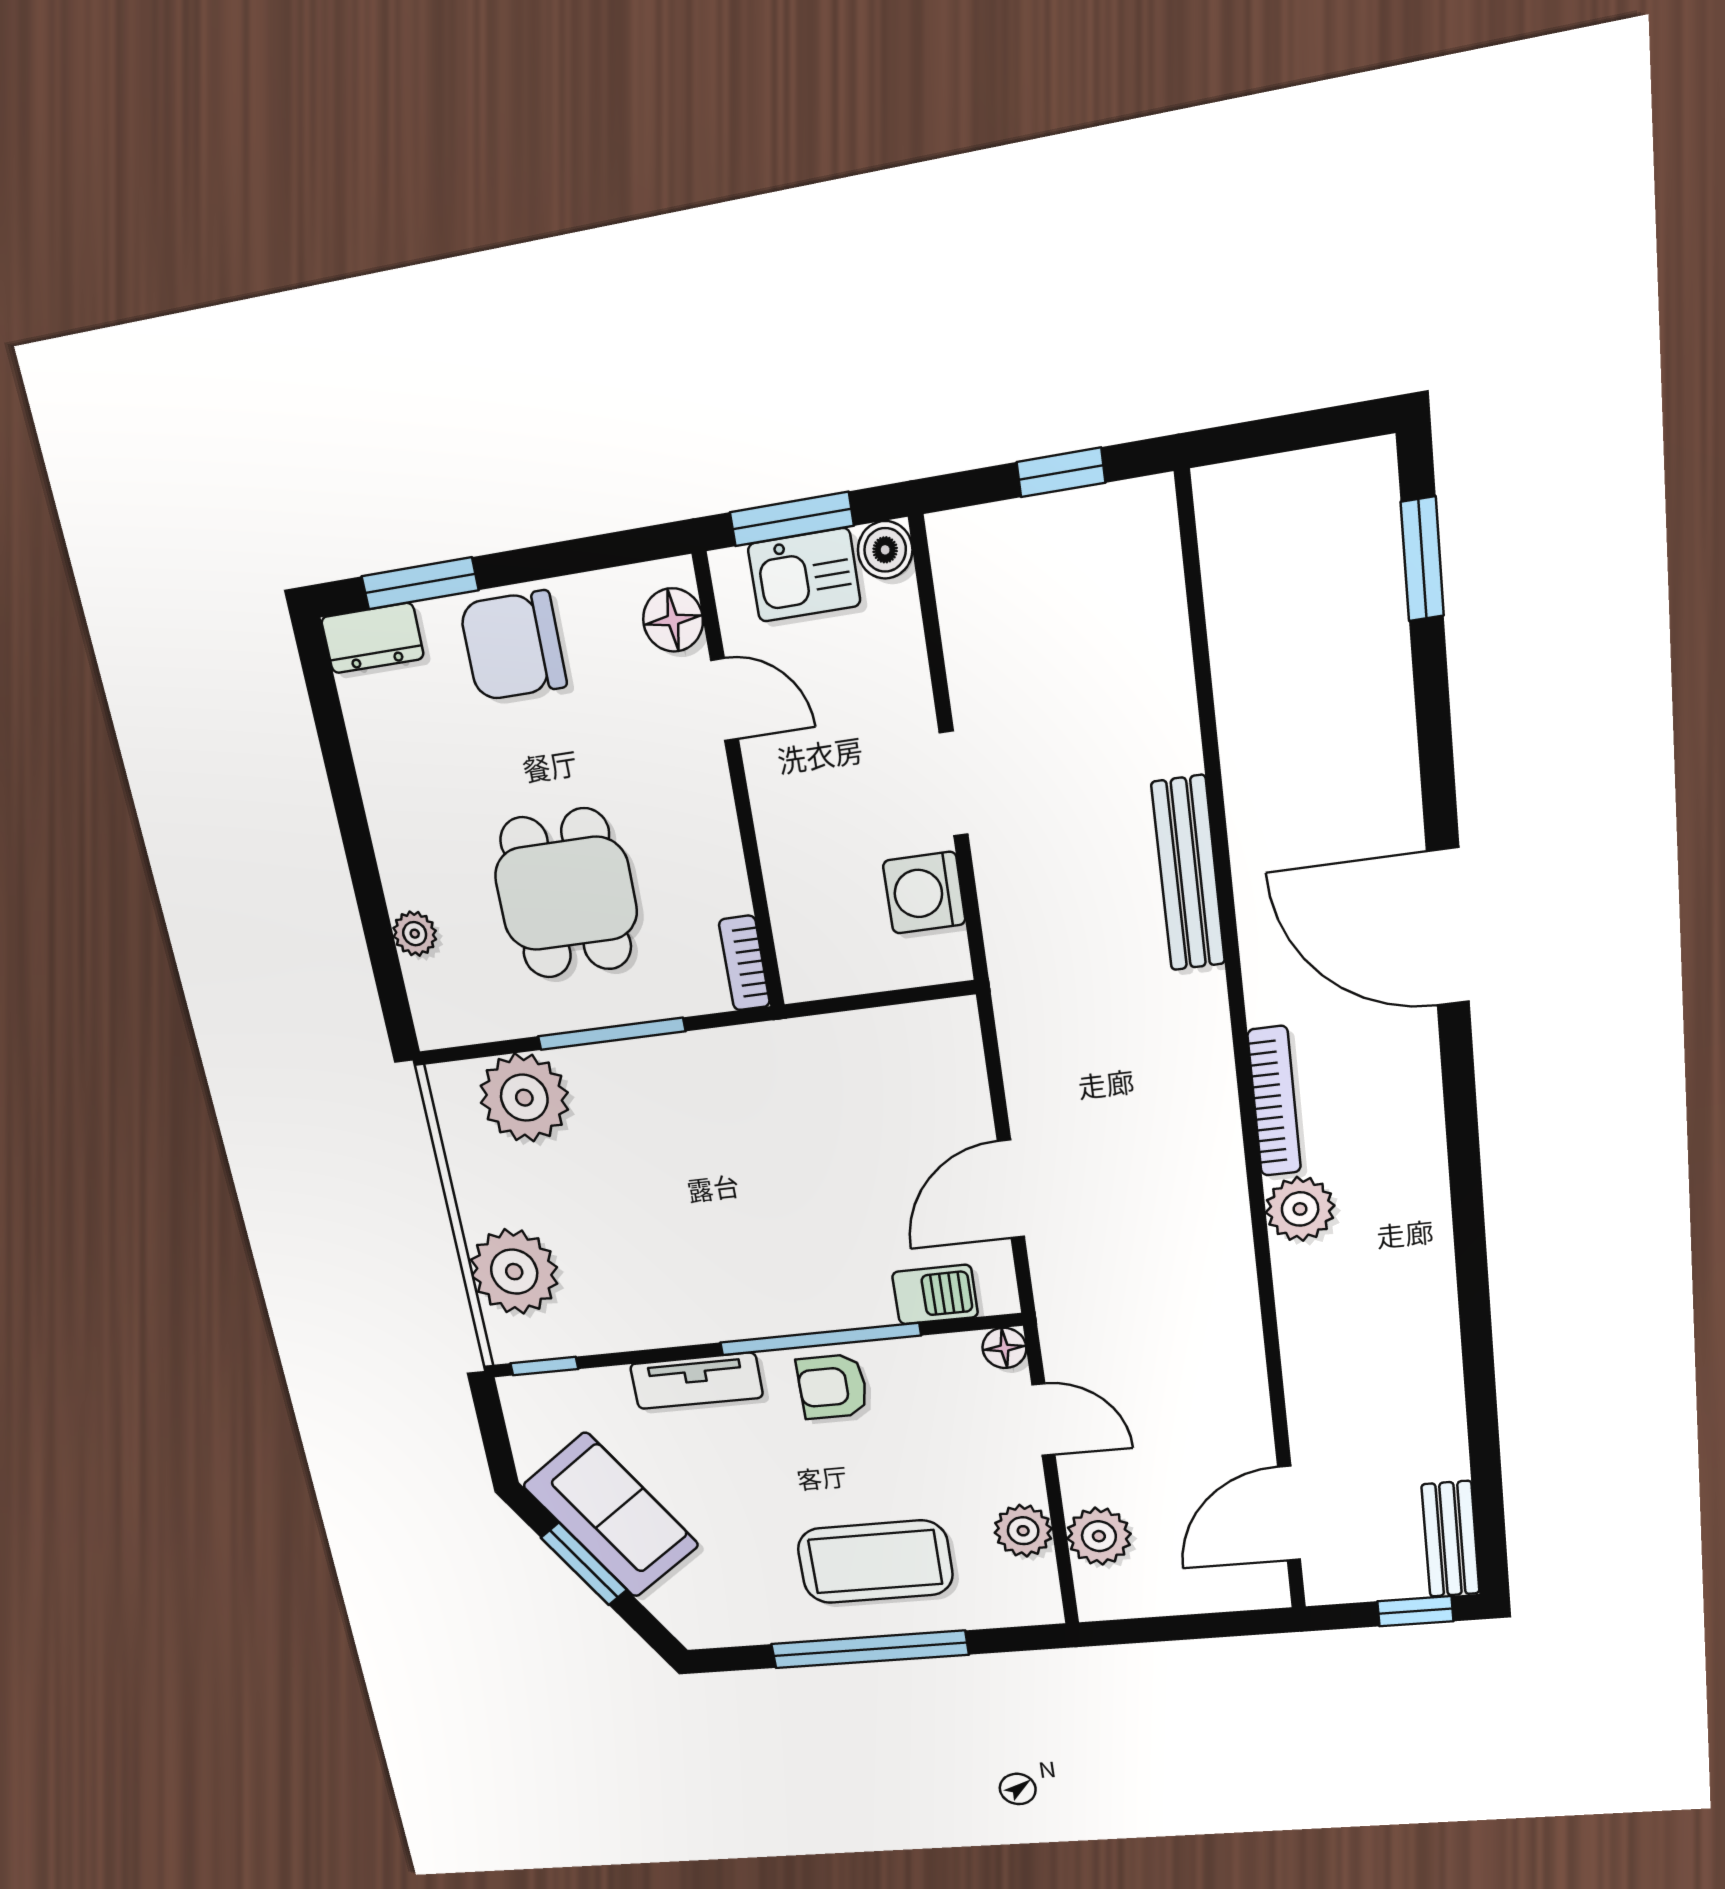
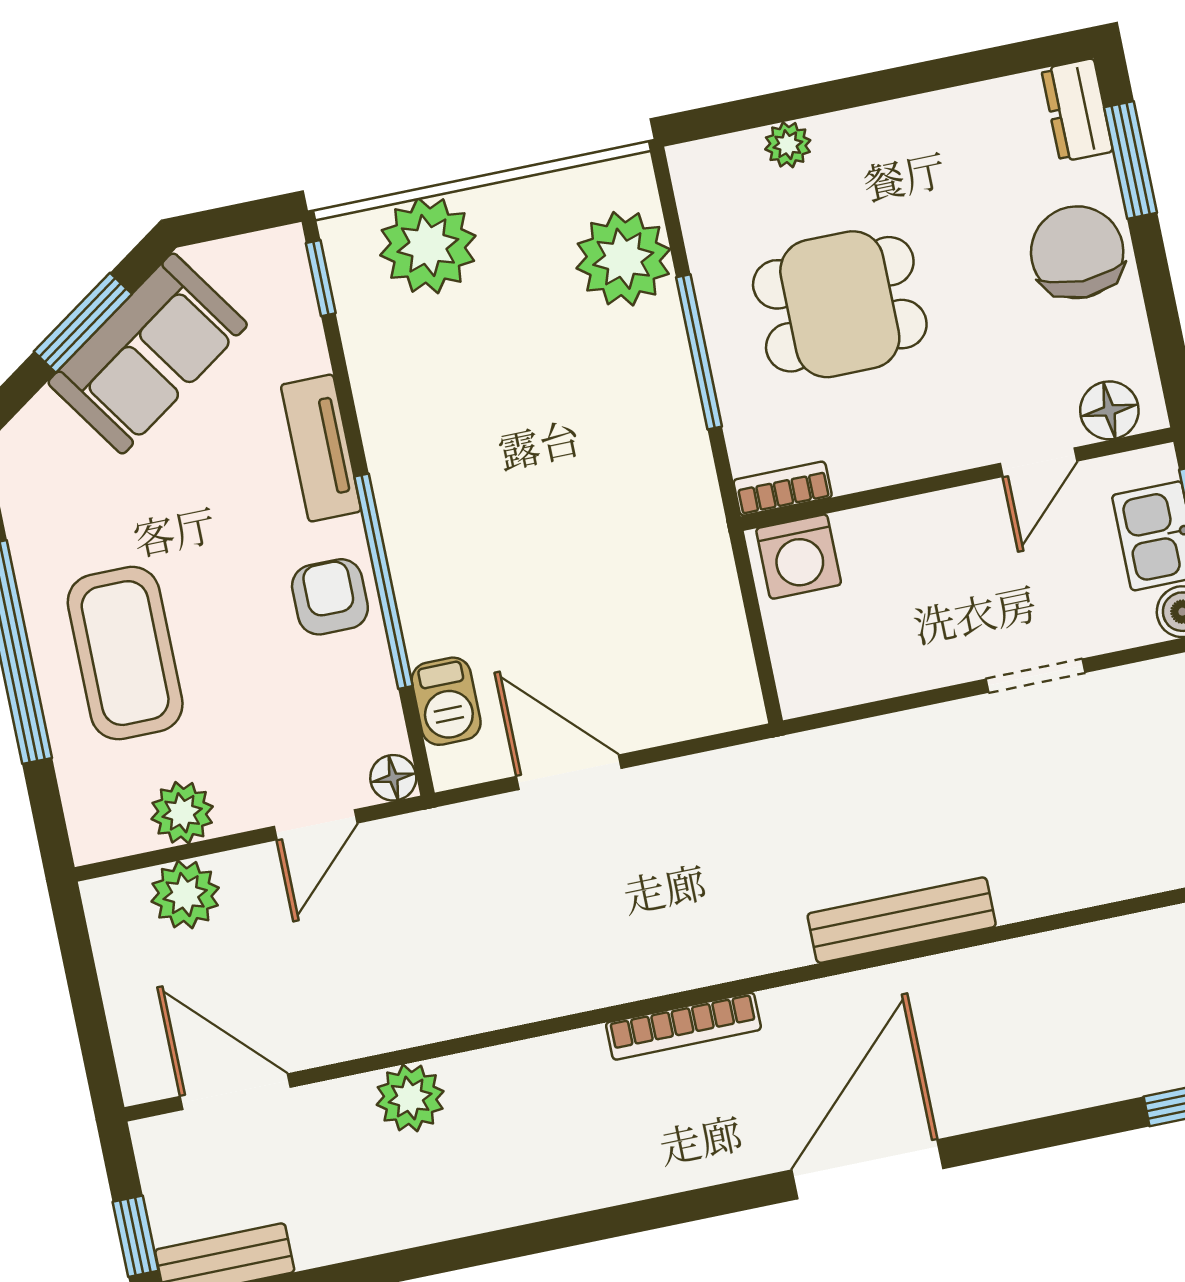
doorway: (954, 784) -> (1035, 676), moved
washing machine: (924, 893) -> (799, 557), moved, turned 180
plant: (1300, 1209) -> (410, 1098), moved

